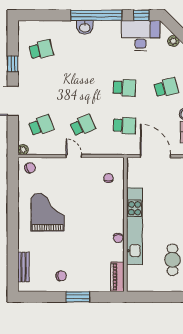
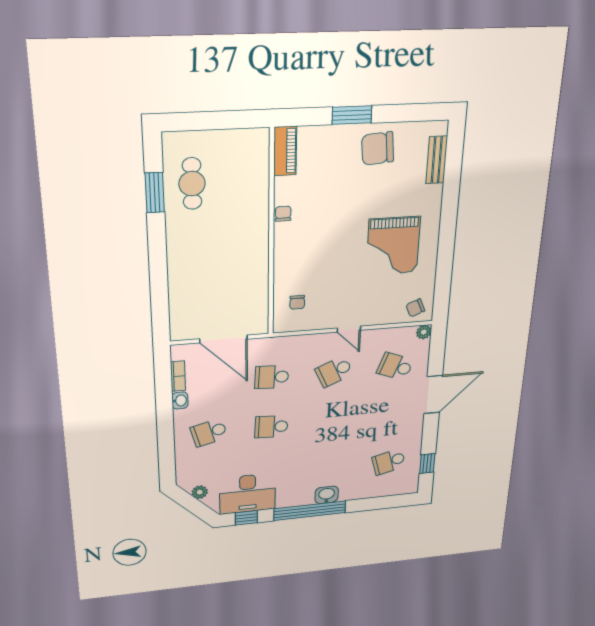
window: (13, 64) -> (427, 464), moved
school desk: (41, 126) -> (395, 366), turned 42
kitchen unit: (135, 226) -> (256, 234), removed
chair: (61, 276) -> (378, 148), width x1.87, depth x1.87

